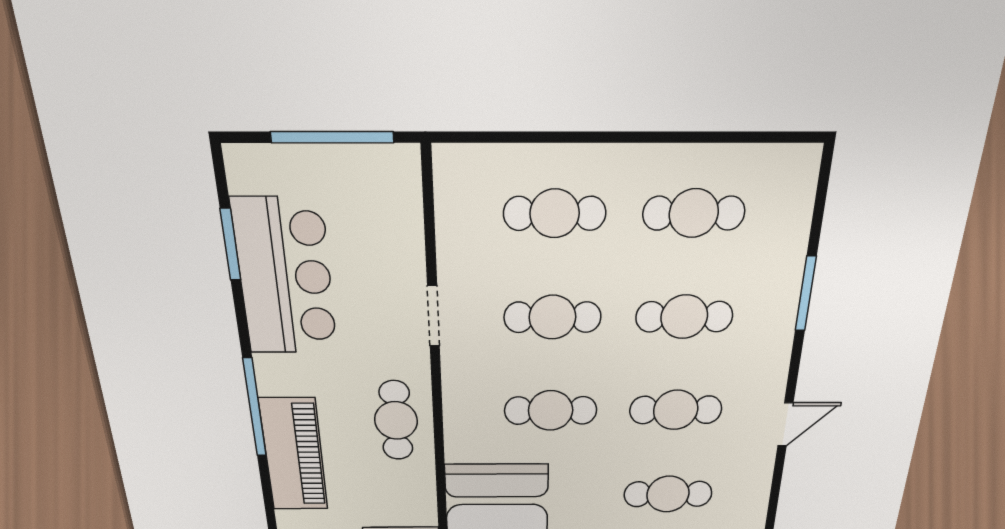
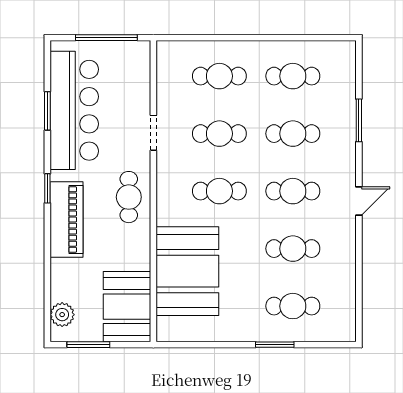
window: (230, 245) -> (47, 111), moved
bar counter: (285, 277) -> (74, 110), width x1.36
window: (255, 408) -> (47, 188), width x0.46

